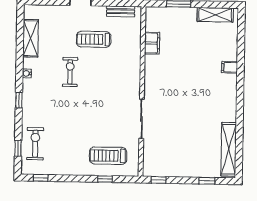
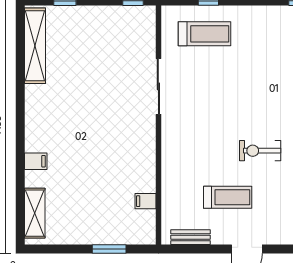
shelving: (215, 15) -> (35, 213), moved, turned 90
filing cabinet: (152, 43) -> (145, 201), width x0.50
exercise bike: (70, 72) -> (260, 151), turned 90

